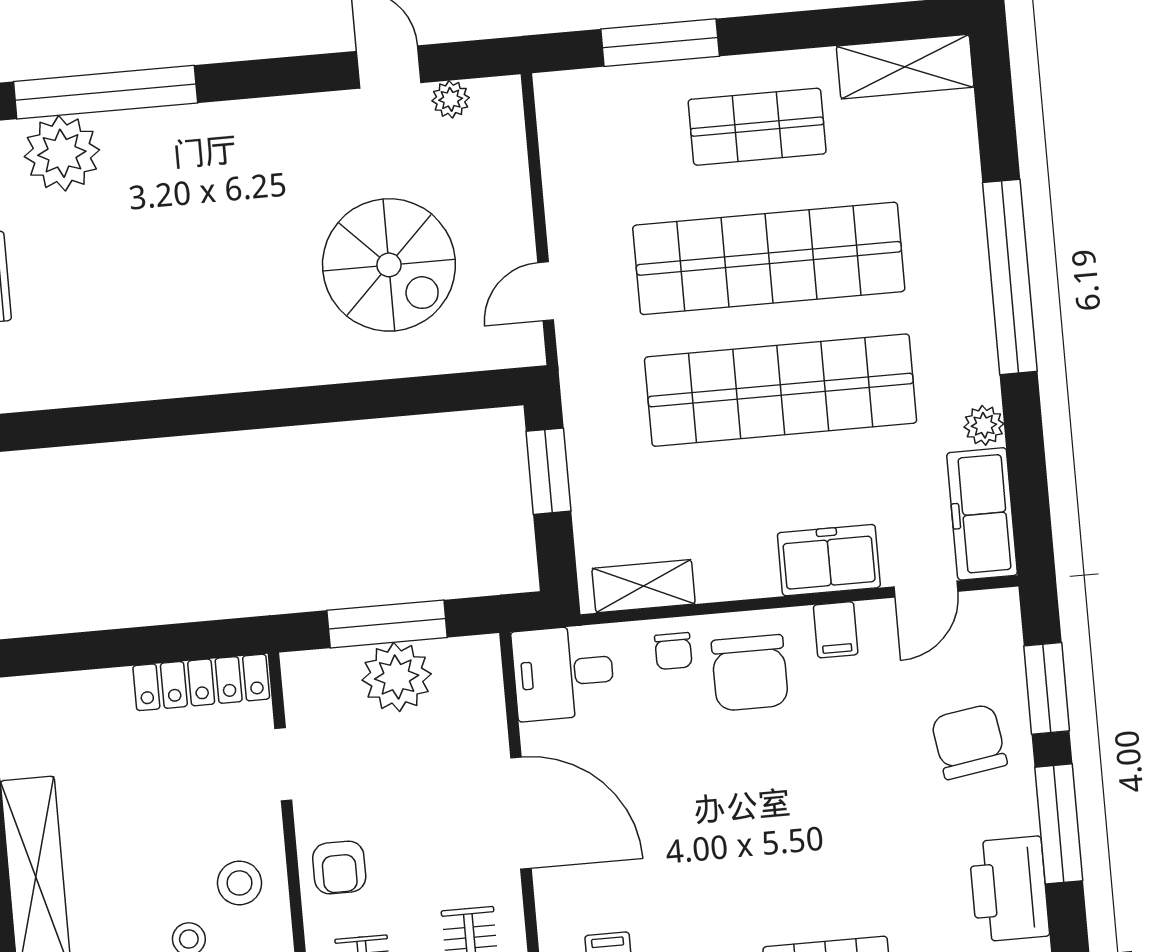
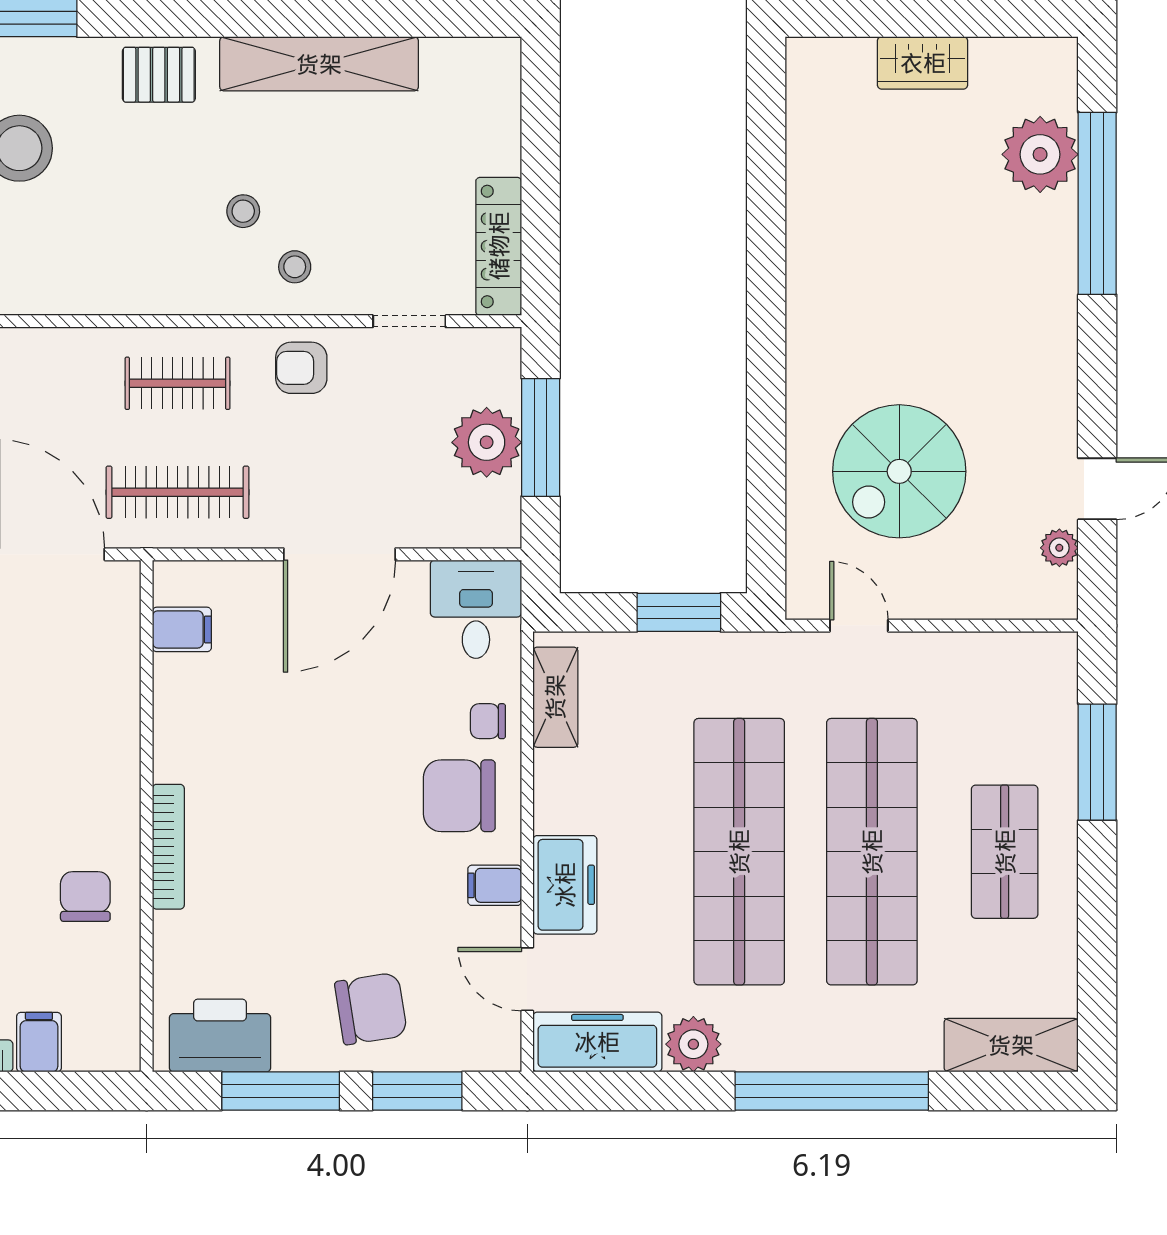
shelving: (905, 67) -> (1011, 1045), moved, turned 90
plant: (984, 425) -> (693, 1044), width x1.38, depth x1.38
stool: (239, 883) -> (295, 267), width x0.73, depth x0.73

